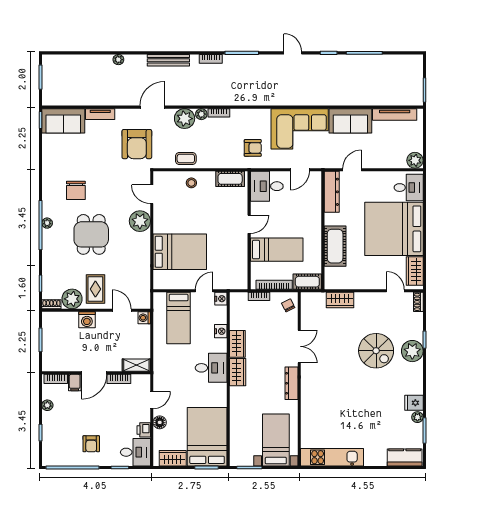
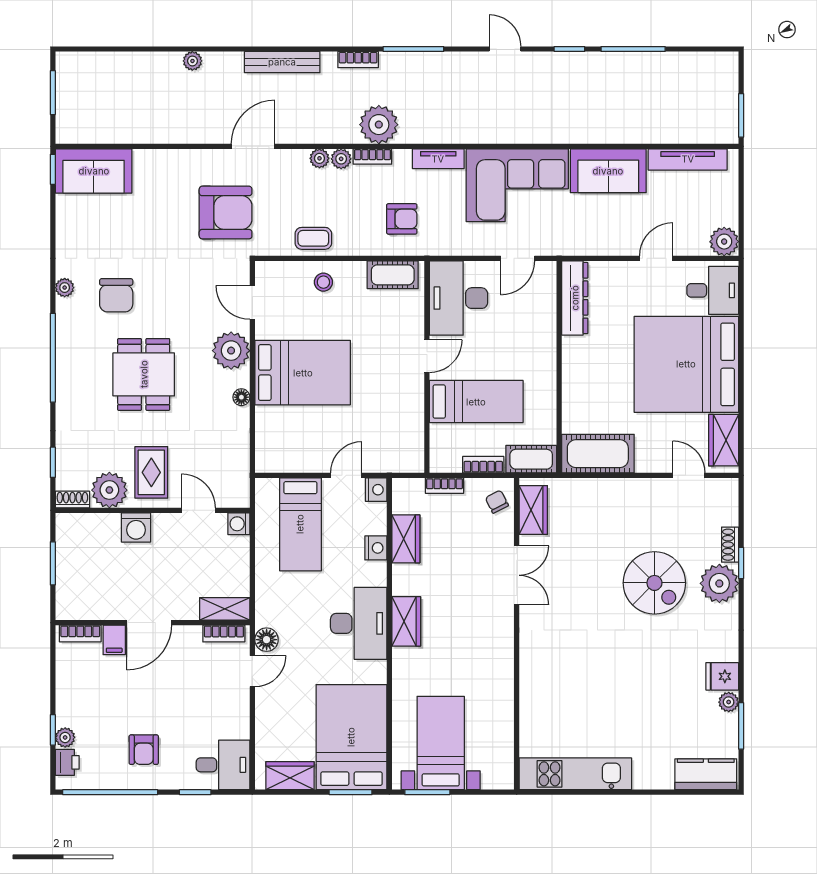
plant: (222, 95) -> (379, 125), added
tv unit: (100, 114) -> (438, 159), moved
plant: (185, 119) -> (319, 158), width x0.53, depth x0.53
armchair: (137, 144) -> (226, 213), turned -90
armchair: (253, 148) -> (402, 219), moved
door: (352, 170) -> (656, 258), moved
desk: (267, 186) -> (459, 298), width x1.37
plant: (47, 223) -> (65, 288), moved
cot: (335, 246) -> (598, 454), moved, turned 90
floor lamp: (146, 247) -> (241, 397), added
bed: (180, 252) -> (303, 373), moved
bookcase: (274, 285) -> (483, 465), width x0.64
wardrobe: (340, 300) -> (533, 510), moved, turned -90
shoe rack: (418, 302) -> (730, 545), moved
wardrobe: (237, 344) -> (406, 539), moved
desk: (211, 368) -> (359, 623), width x1.37
bookcase: (119, 379) -> (224, 633), moved
dresser: (291, 383) -> (503, 641), removed
plant: (47, 405) -> (65, 737), moved
floor lamp: (160, 422) -> (267, 640), moved
printer: (144, 430) -> (67, 762), moved, turned 180
bed with nightstands: (276, 440) -> (441, 743), moved

